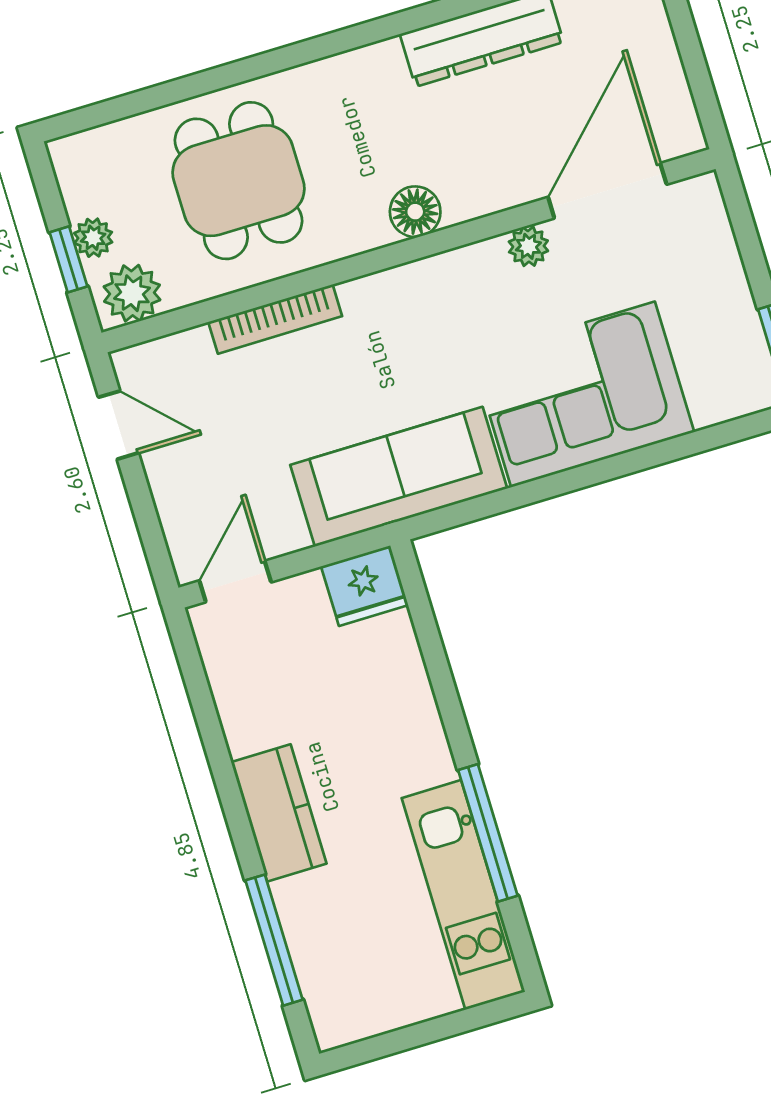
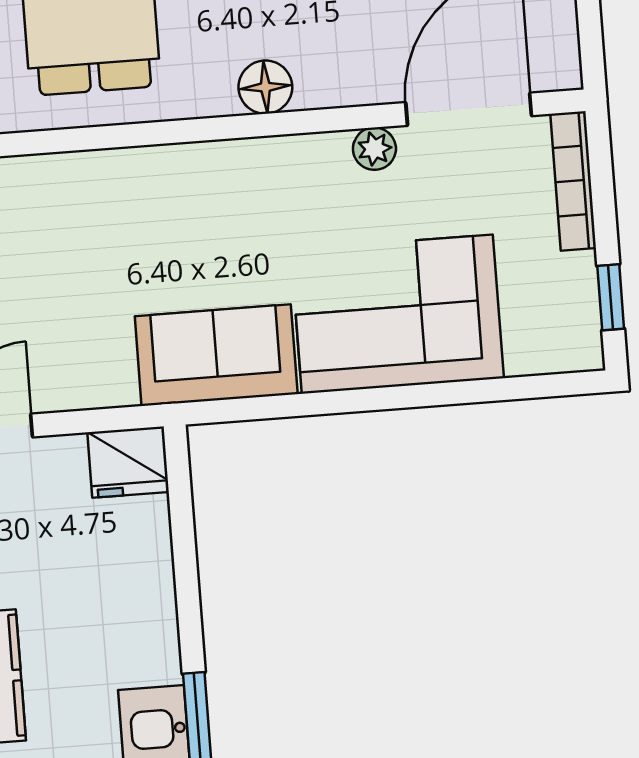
bookcase: (275, 319) -> (573, 181), moved, turned 90
sofa: (399, 477) -> (216, 355), width x0.73

